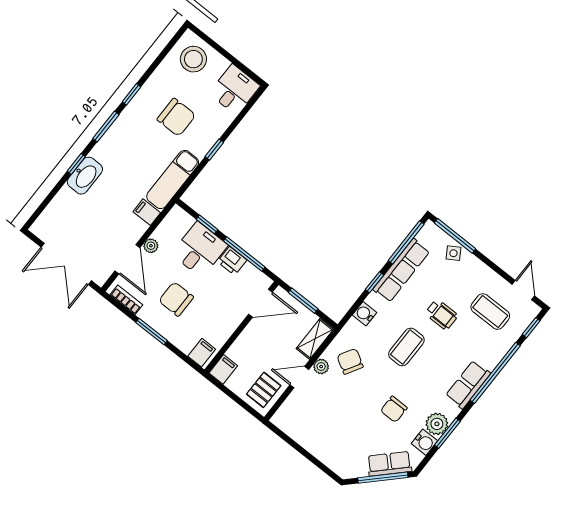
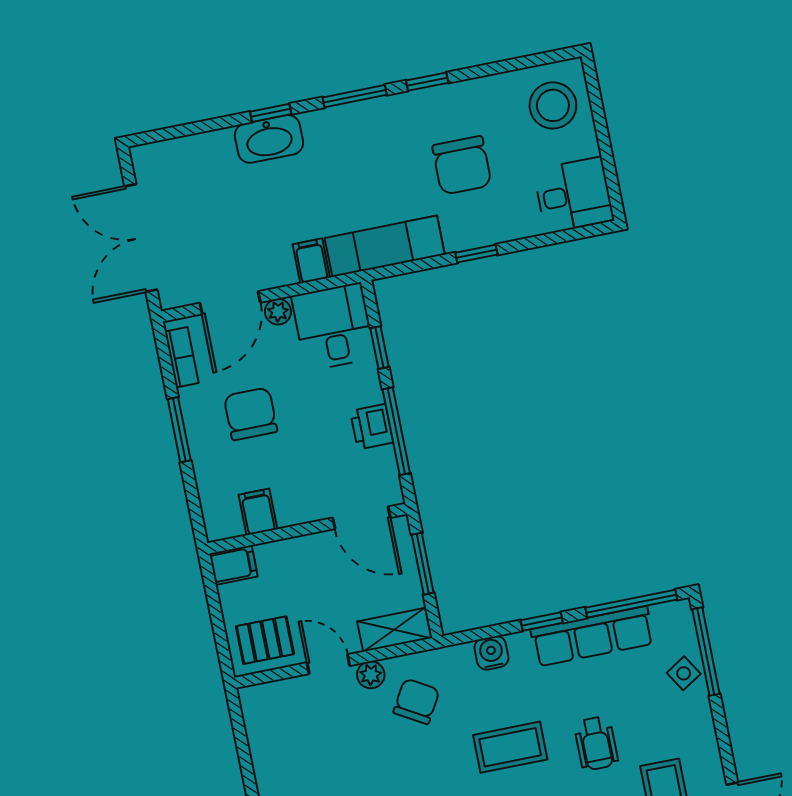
desk: (200, 250) -> (334, 327), moved, turned -90
filing cabinet: (202, 353) -> (258, 512), moved, turned -90

